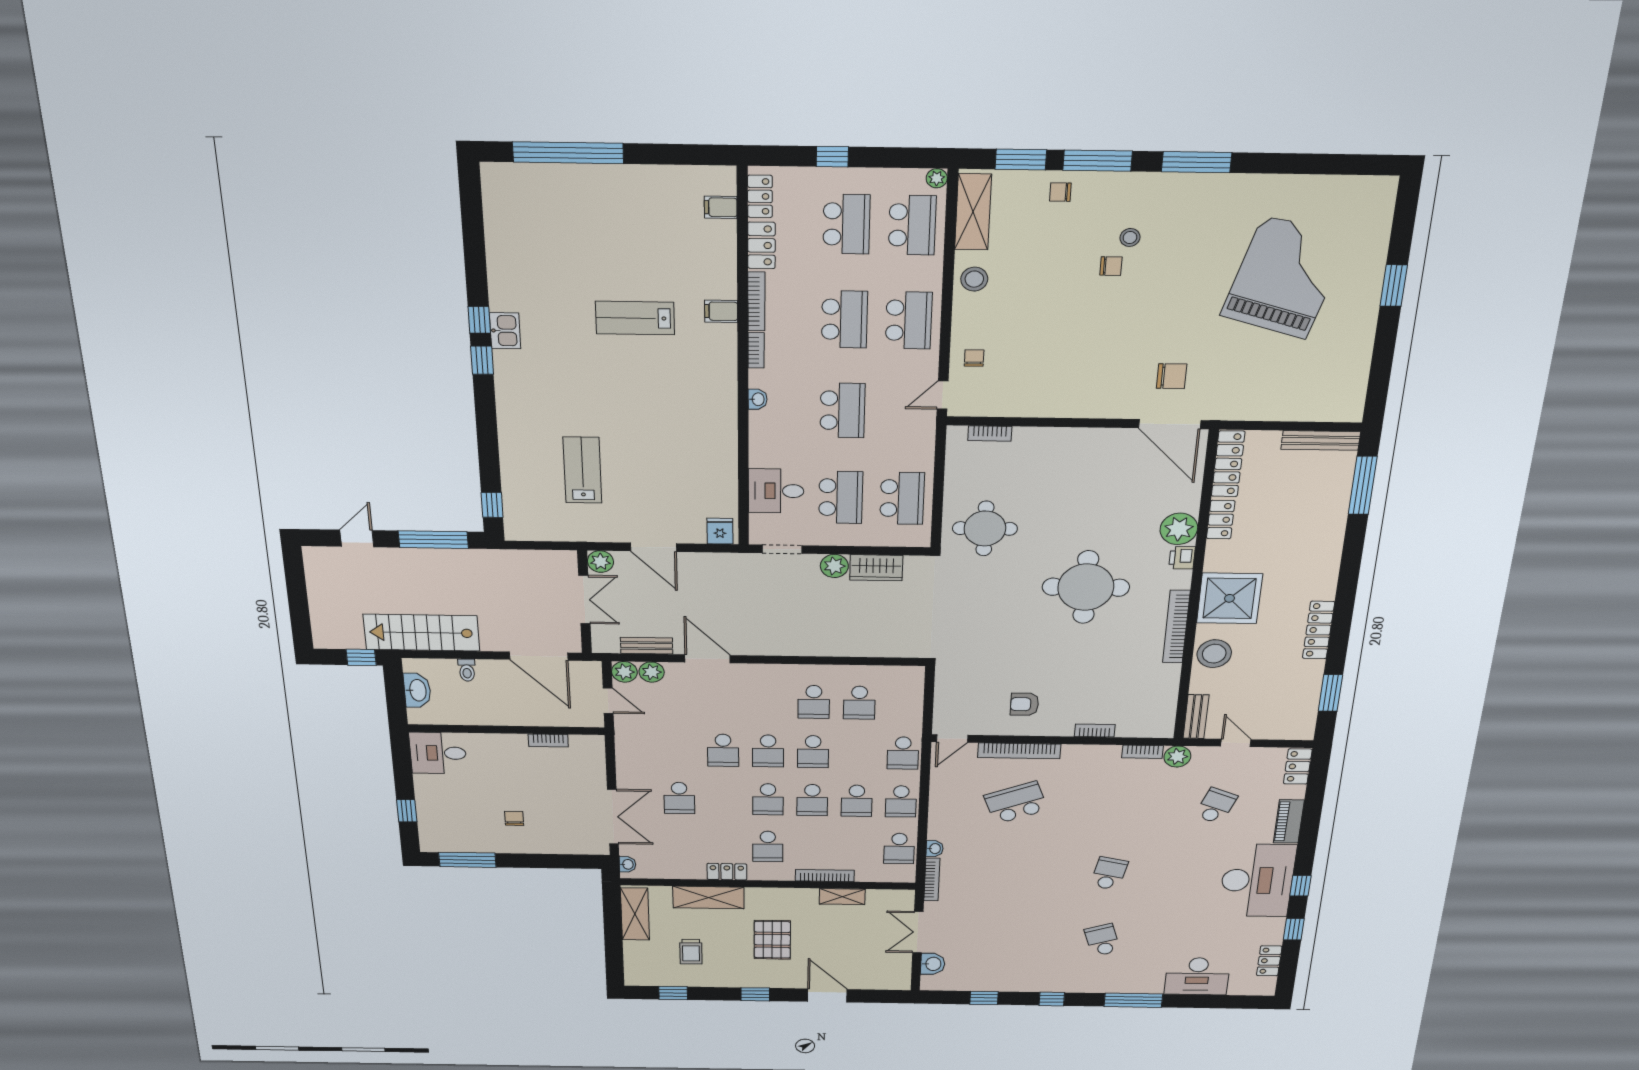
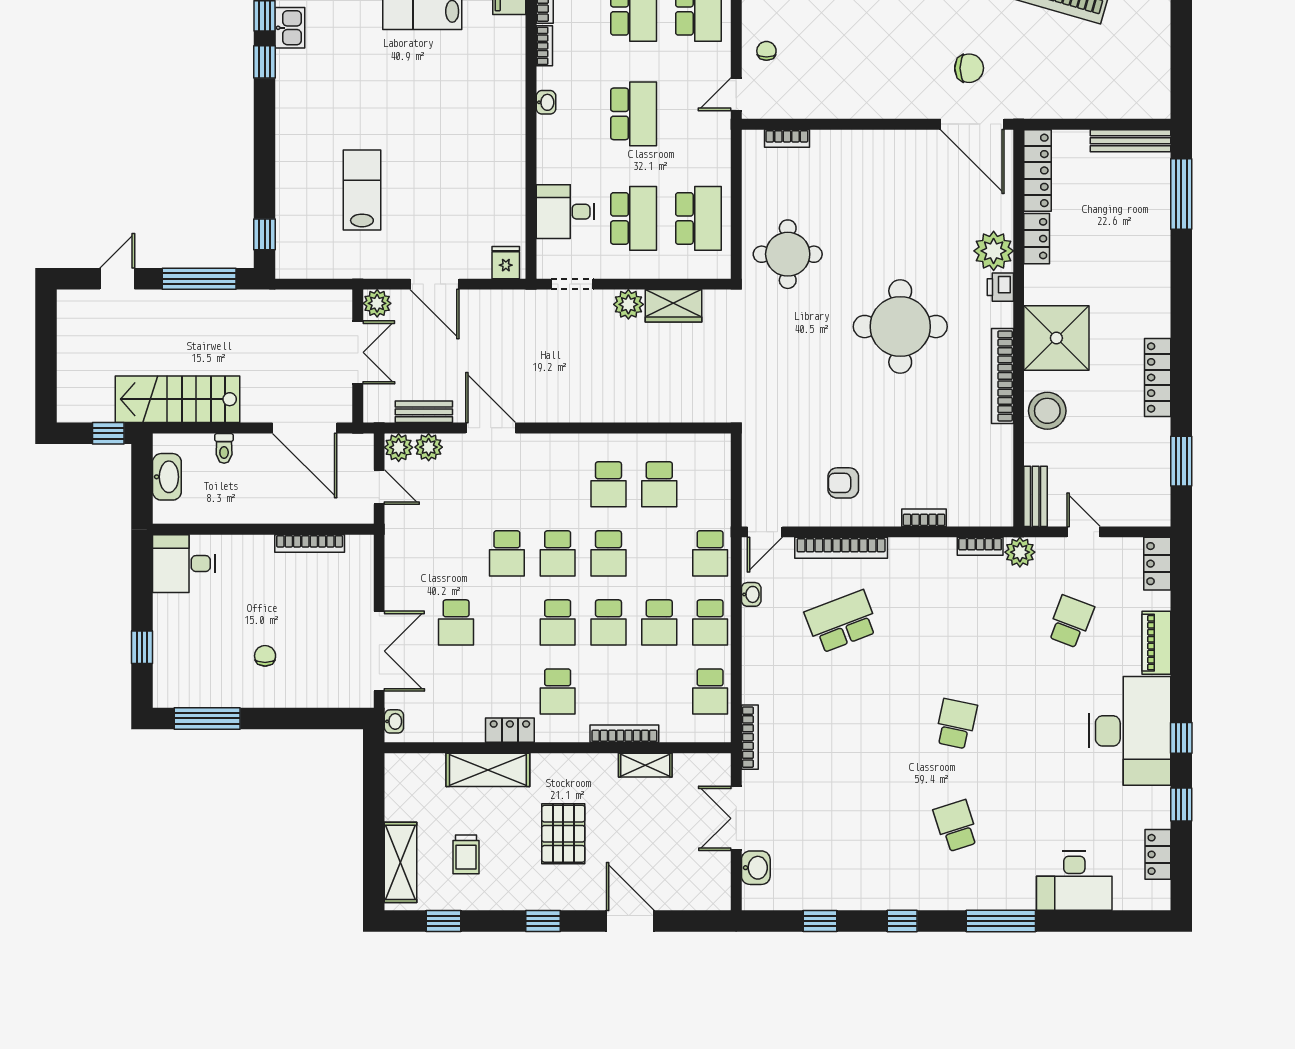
bookcase: (548, 740) -> (310, 543), width x1.56
washbasin: (935, 849) -> (751, 594), moved
shelving: (635, 914) -> (401, 862), moved

